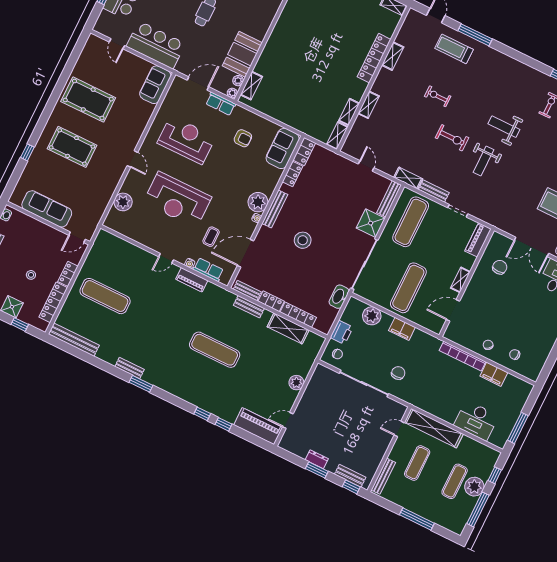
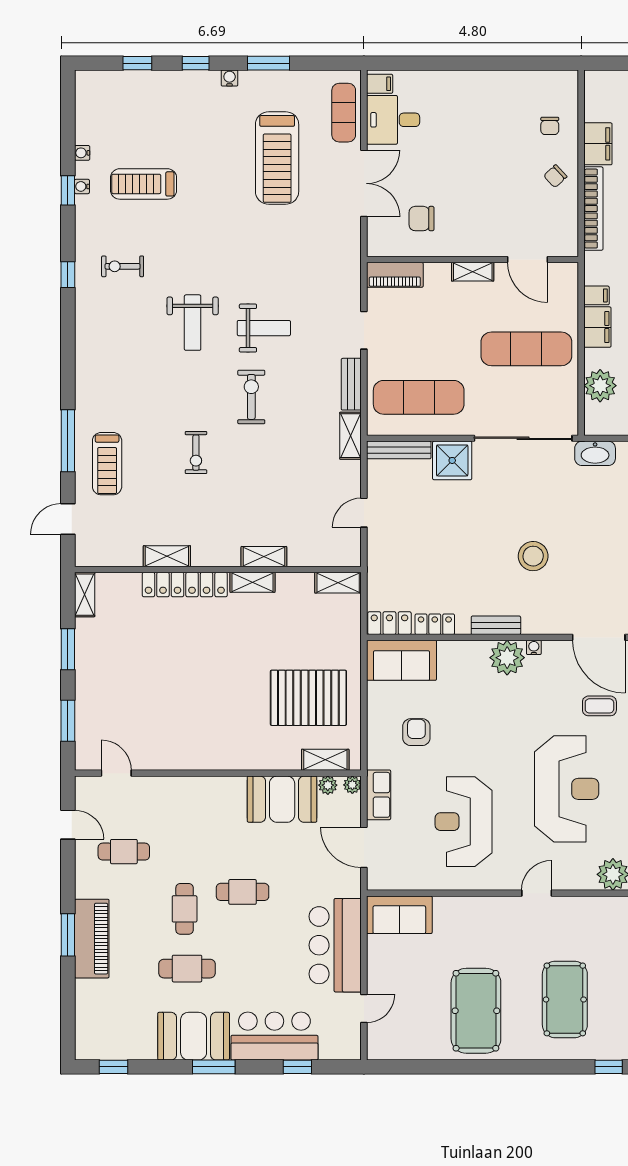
pallet: (287, 92) -> (308, 698), added
shelving: (349, 112) -> (252, 582), moved
bench: (275, 209) -> (496, 625), width x0.73
filing cabinet: (418, 336) -> (596, 295), added

